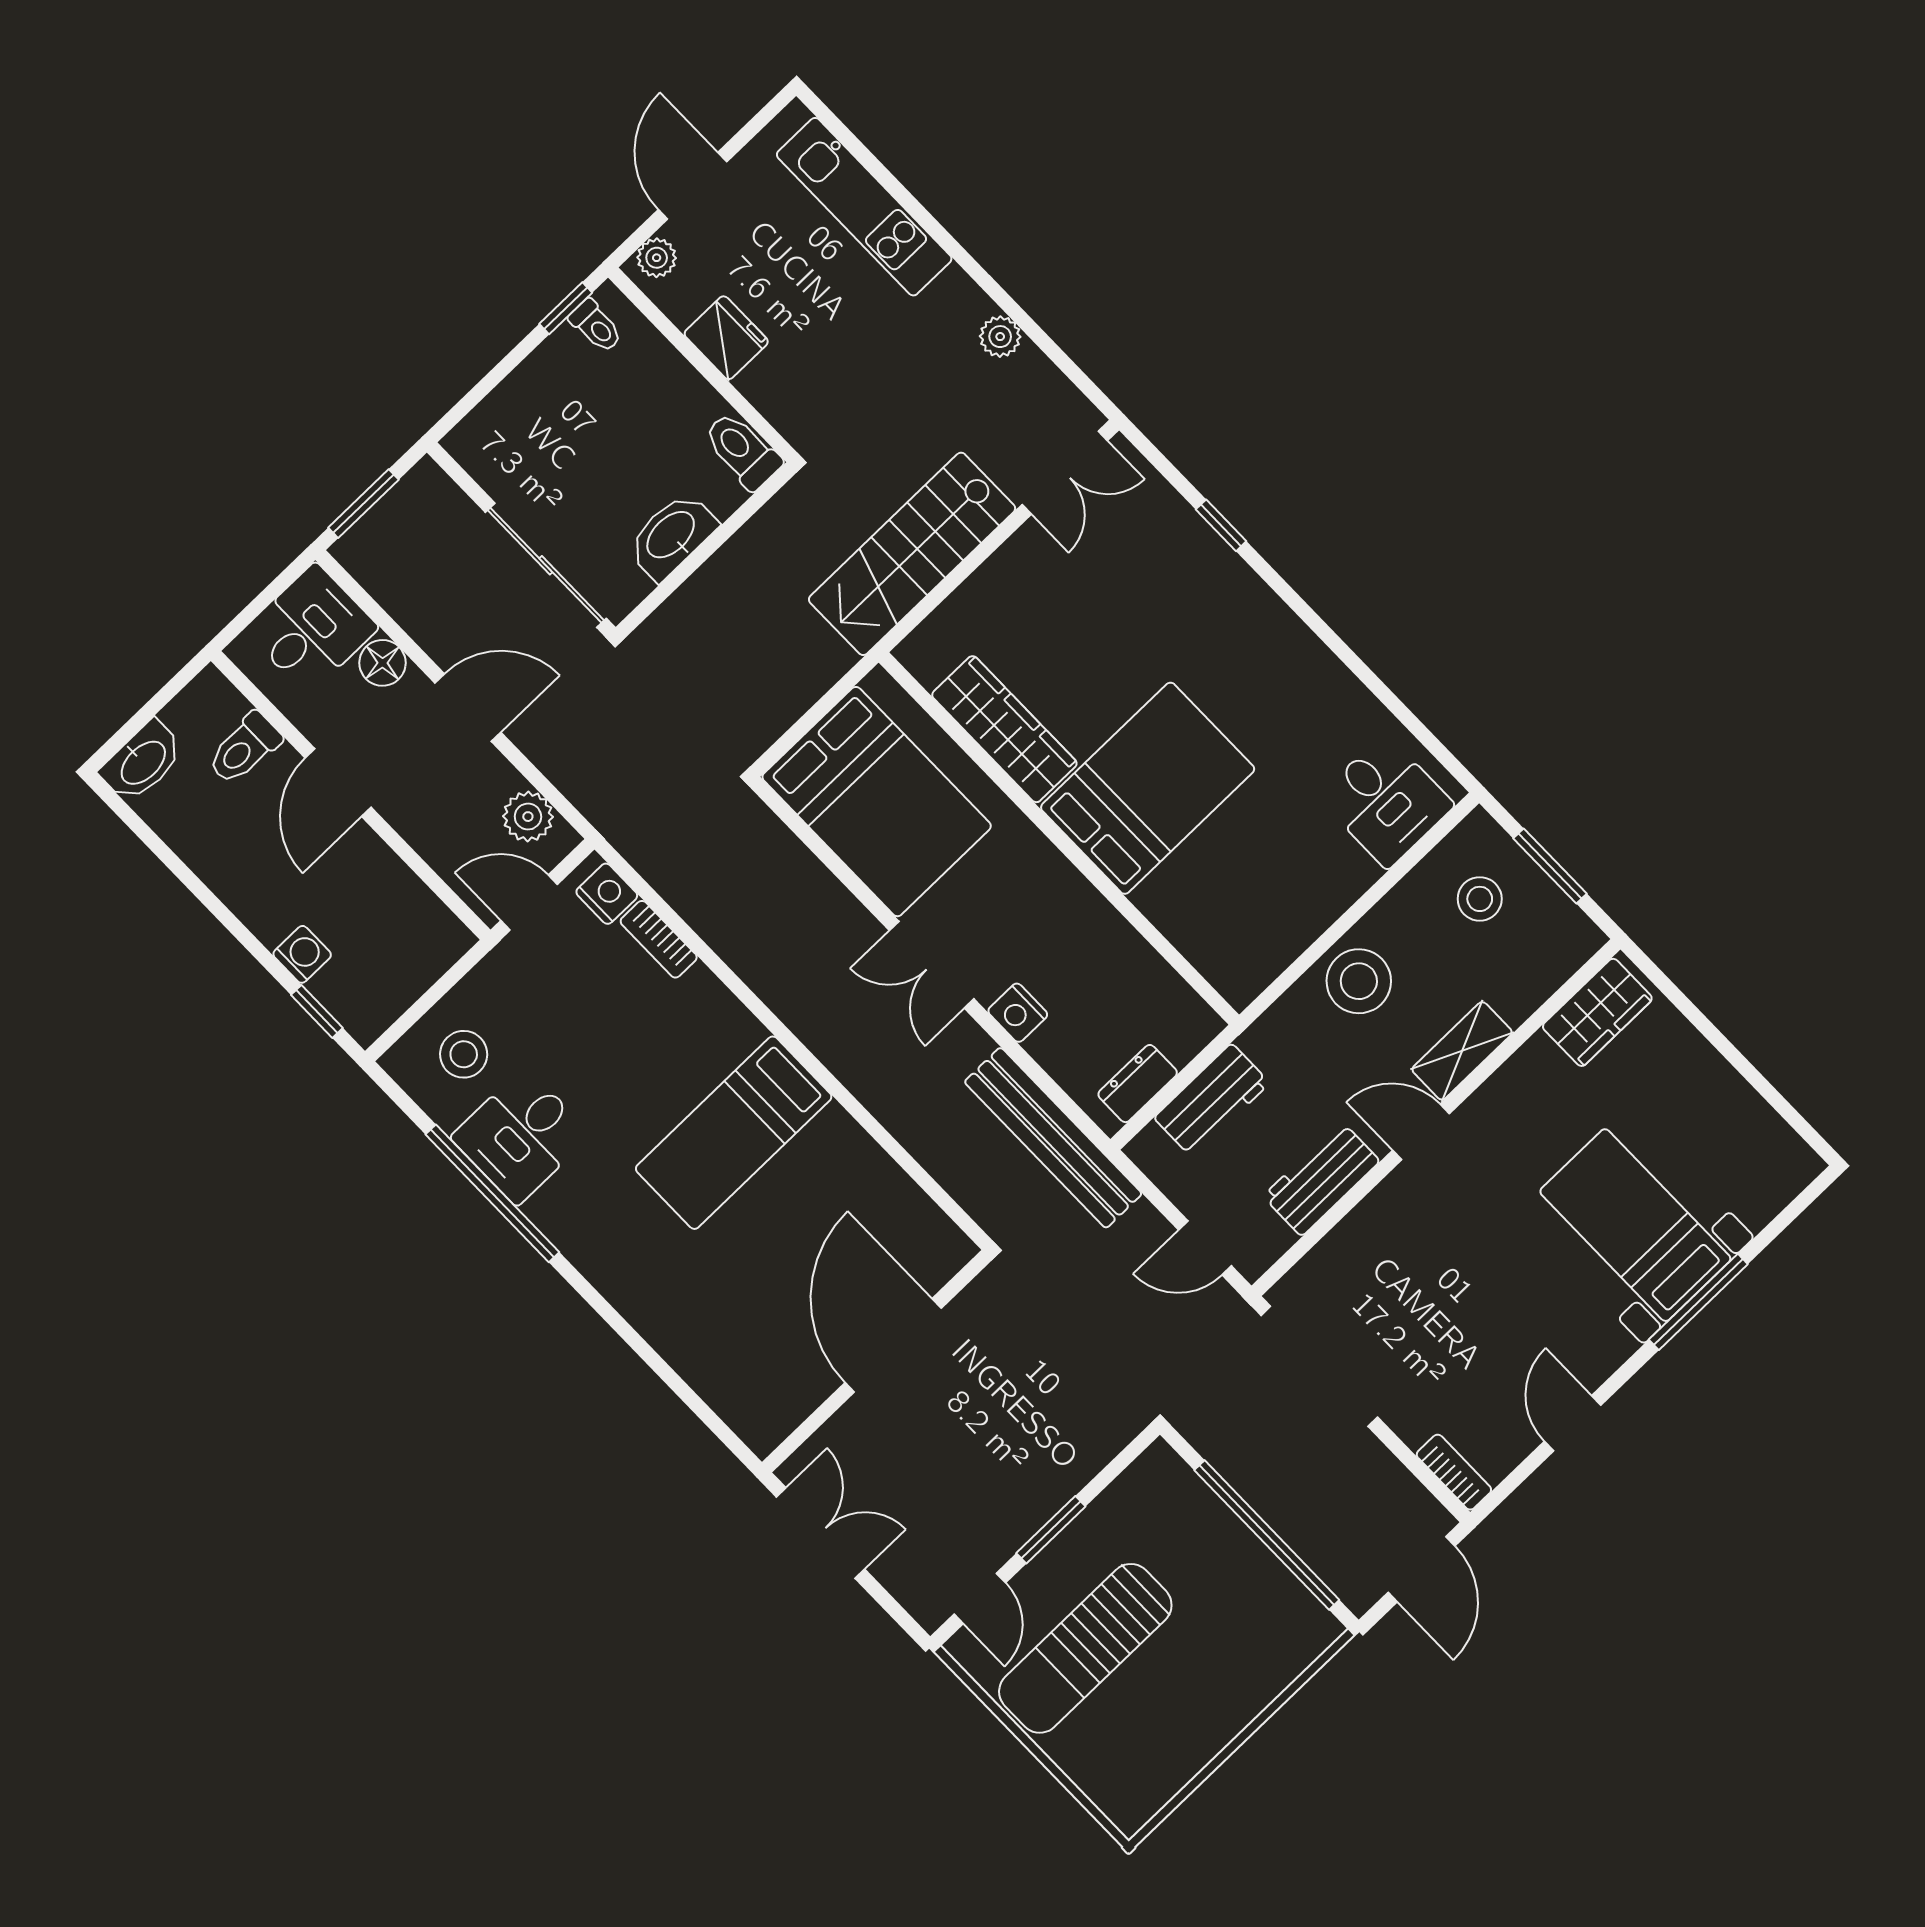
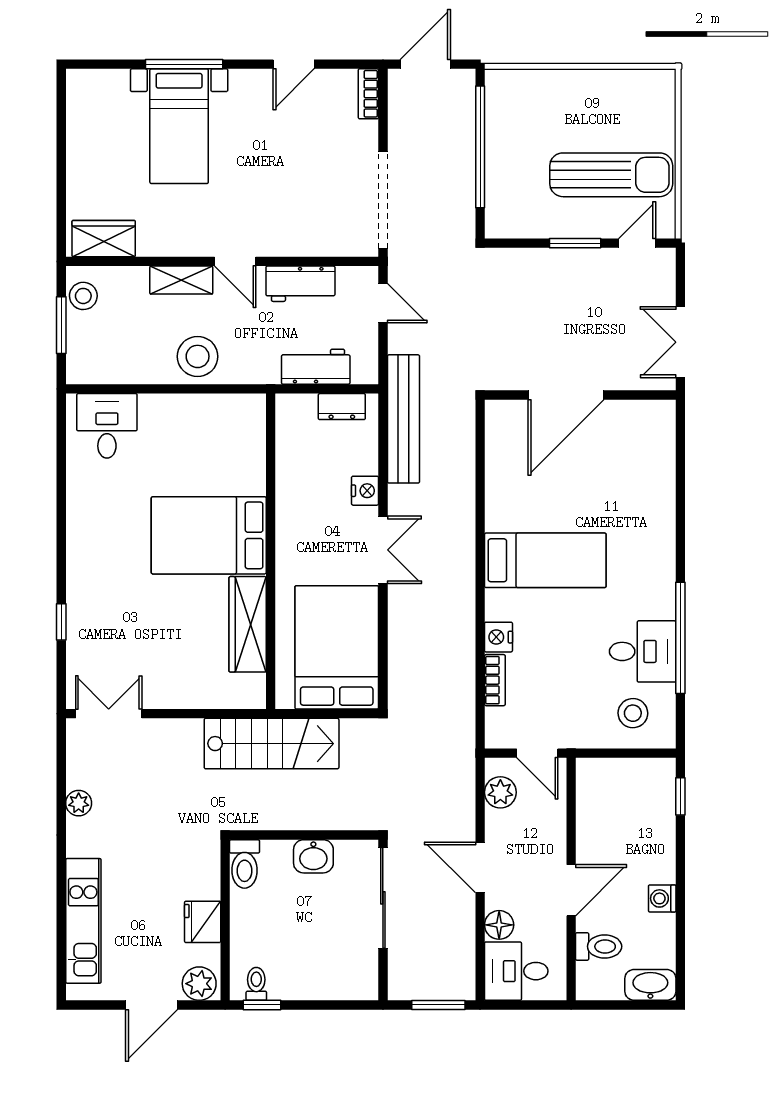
plant: (657, 258) -> (199, 984), width x1.38, depth x1.38
washbasin: (672, 536) -> (313, 856), width x0.72
stairs: (912, 554) -> (272, 744), moved
nightstand: (607, 894) -> (498, 637), moved
stool: (1480, 899) -> (83, 296), moved
washing machine: (302, 954) -> (662, 898), moved

